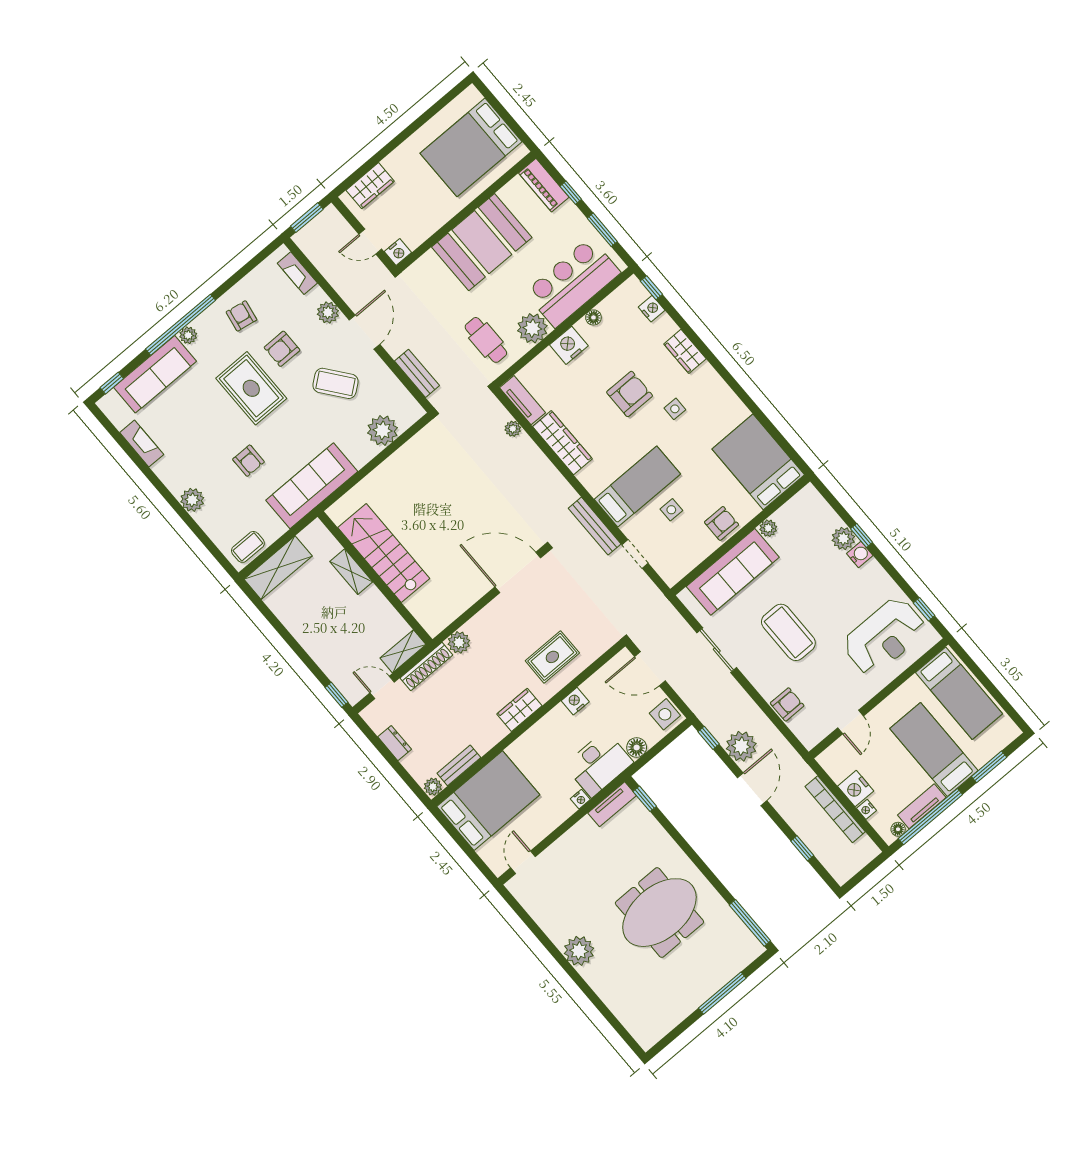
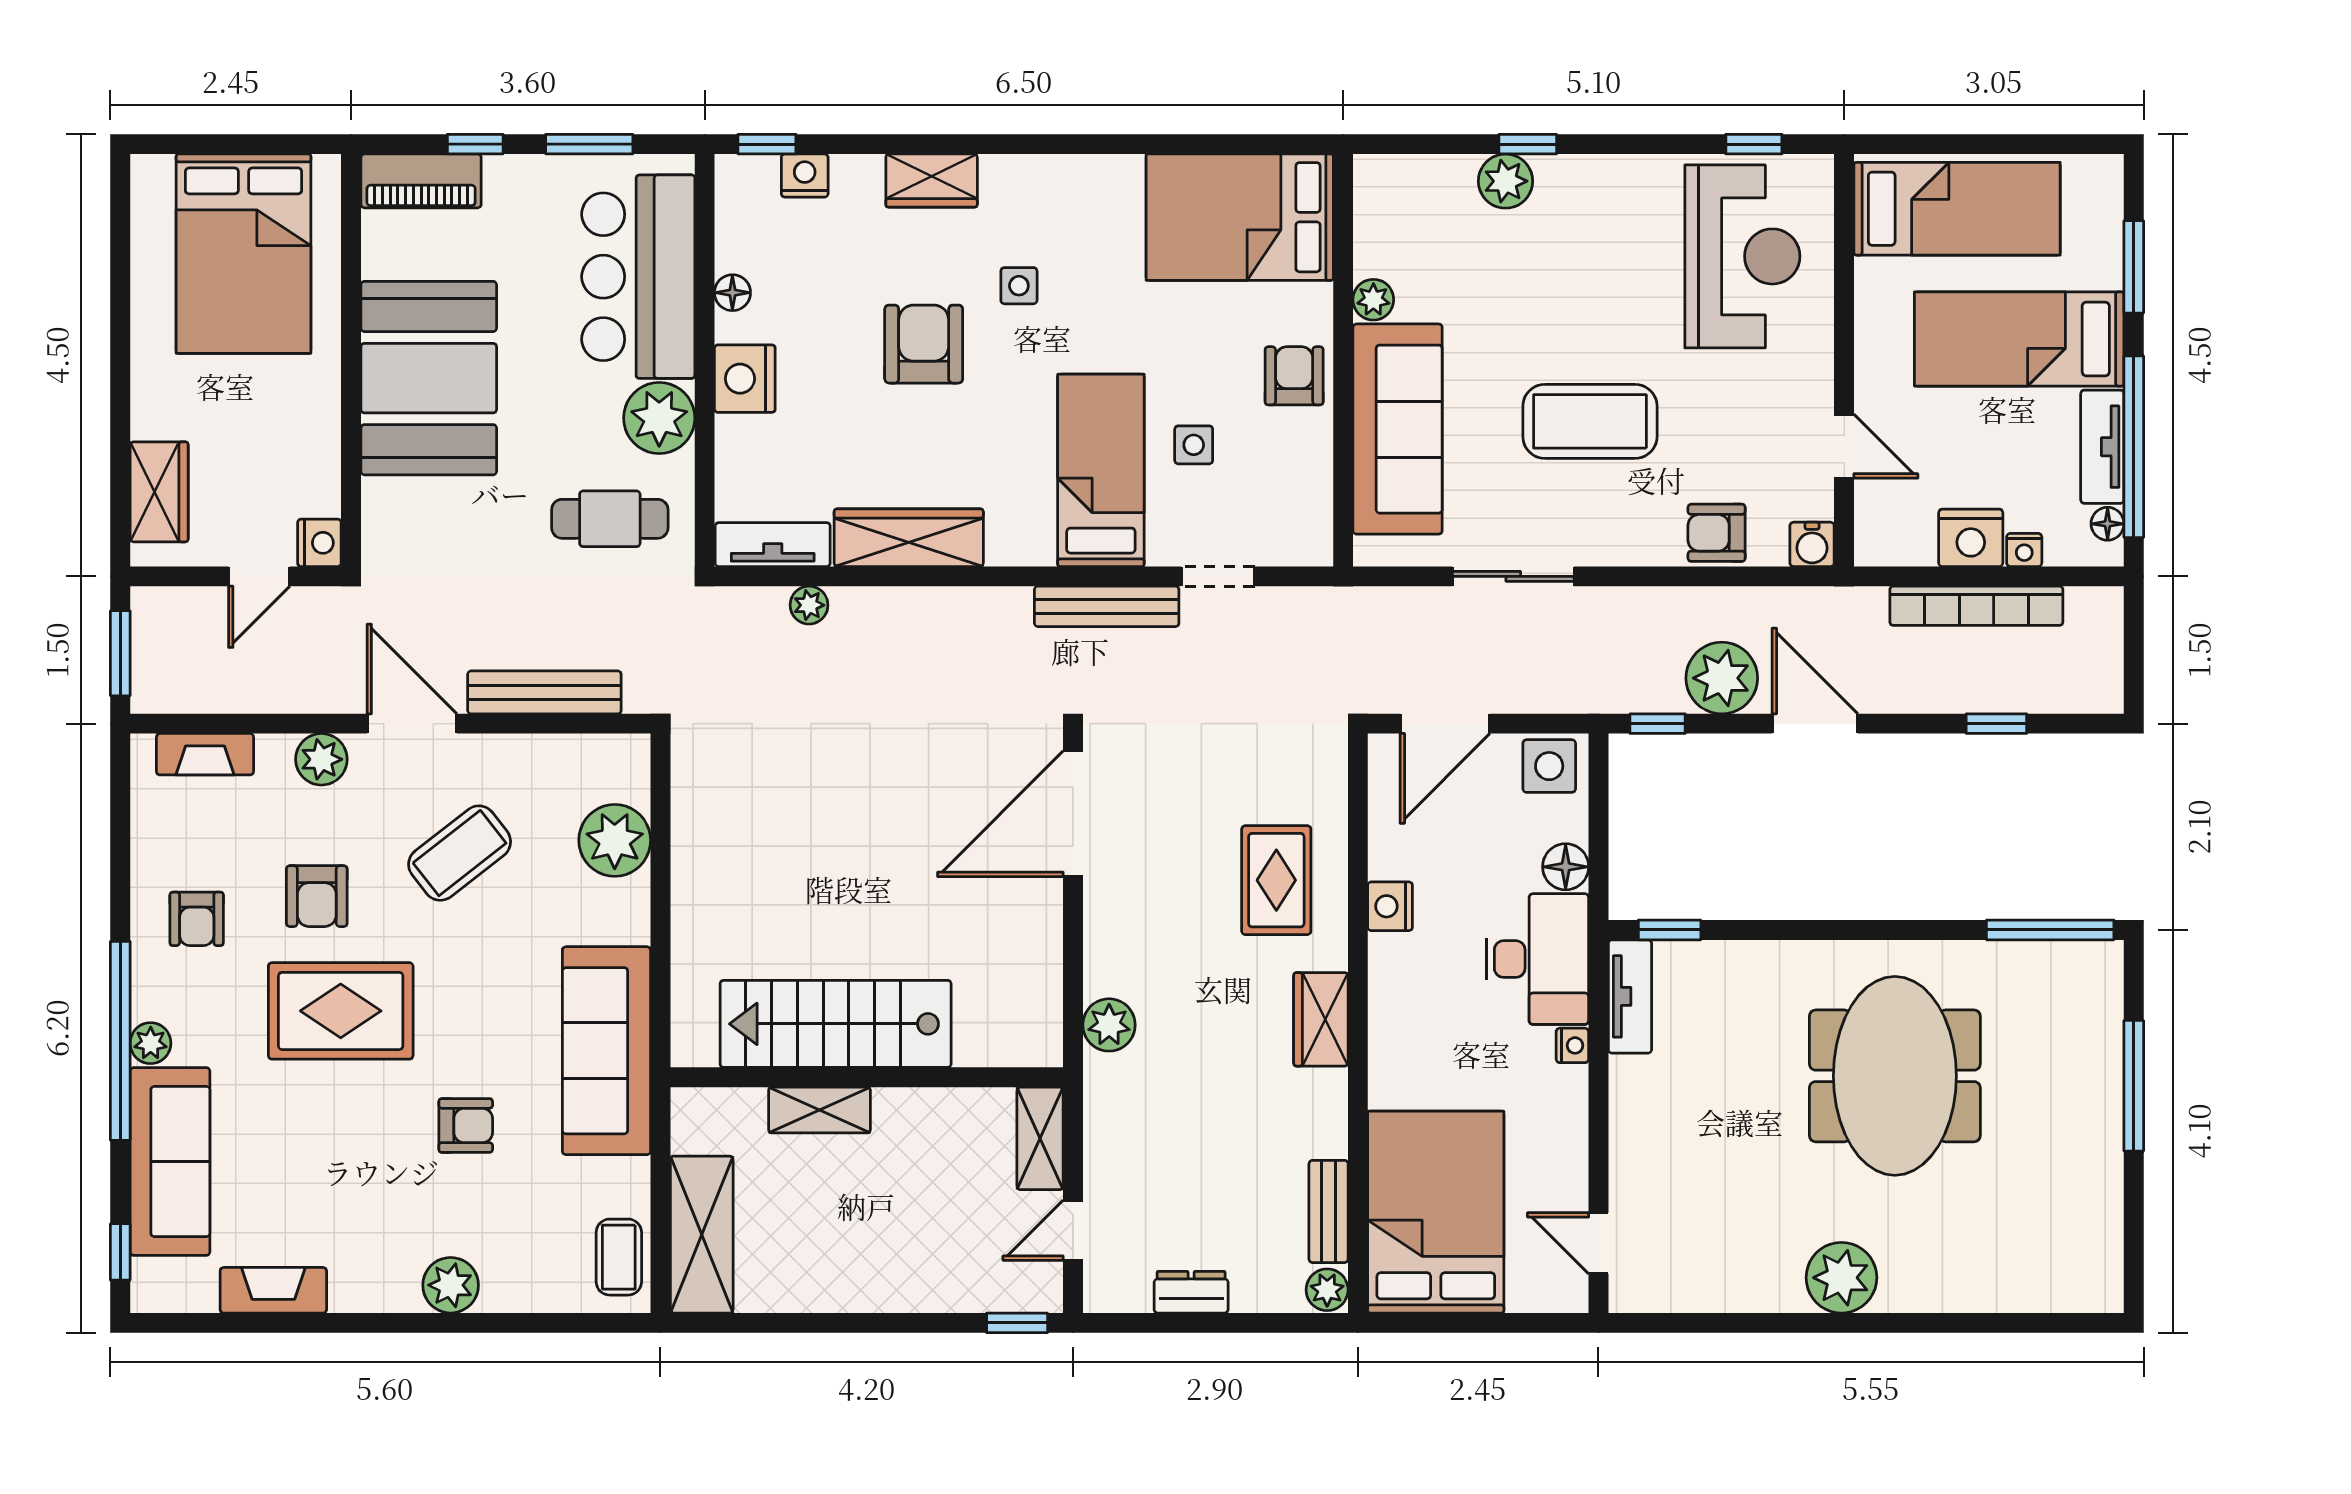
armchair: (241, 316) -> (197, 919), turned -100
bench: (417, 373) -> (544, 692), width x1.36
water cooler: (860, 554) -> (1812, 544), moved, turned 180
shoe rack: (426, 667) -> (1103, 1120), removed
armchair: (787, 704) -> (1717, 533), turned -90

